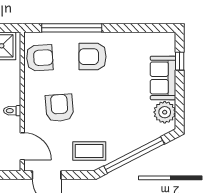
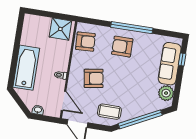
window: (72, 28) -> (132, 28), moved
sofa: (163, 78) -> (170, 64), width x1.36
armchair: (59, 108) -> (94, 78), turned 85

